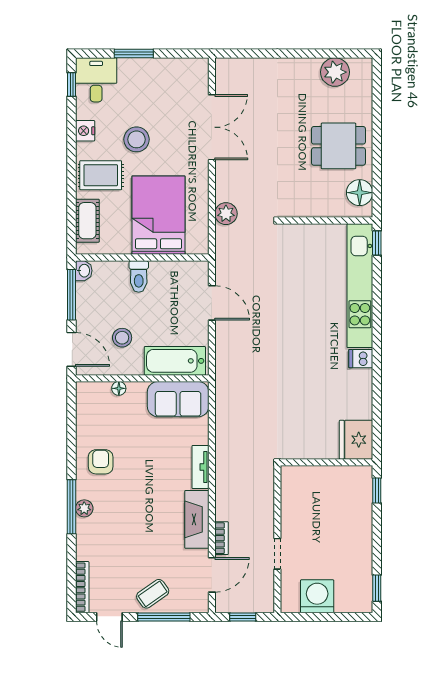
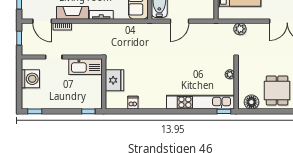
plant: (309, 232) -> (230, 74), added
door: (212, 303) -> (179, 21), moved
dishwasher: (361, 359) -> (133, 103), moved
fridge: (356, 440) -> (115, 80), moved, turned 90
kitchen sink: (295, 496) -> (86, 67), added

